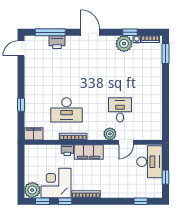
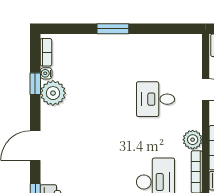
window: (166, 53) -> (113, 29), moved
plant: (110, 134) -> (193, 140), moved

